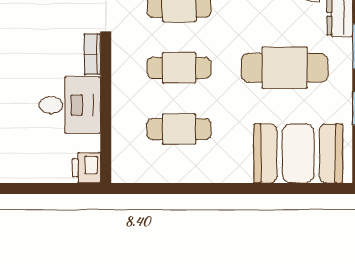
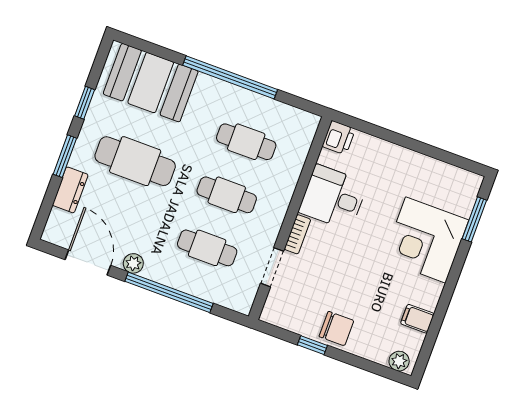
window: (219, 188) -> (230, 77), added

